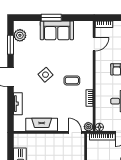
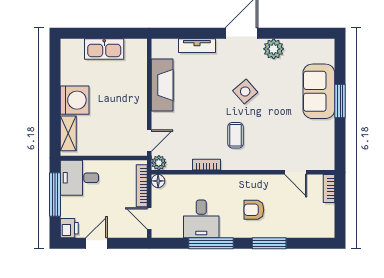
sofa: (57, 30) -> (319, 91), moved
plant: (20, 35) -> (274, 49), moved
window: (10, 45) -> (295, 33), removed

